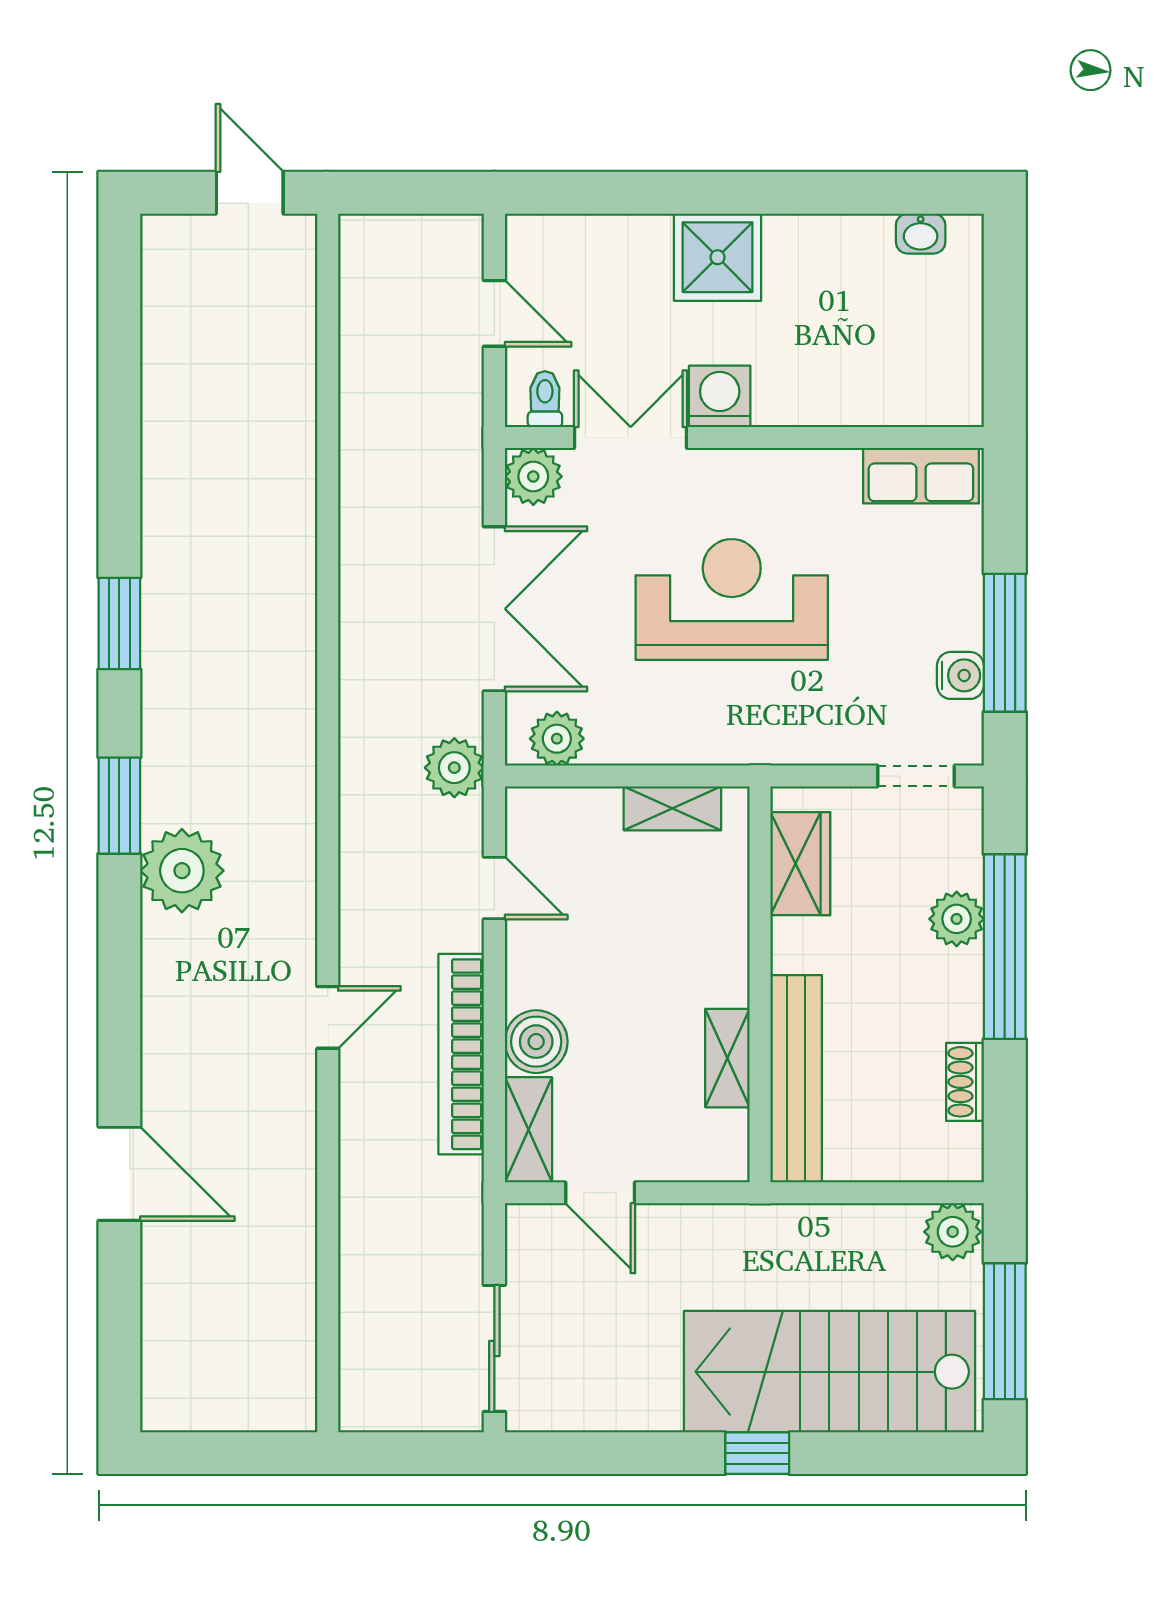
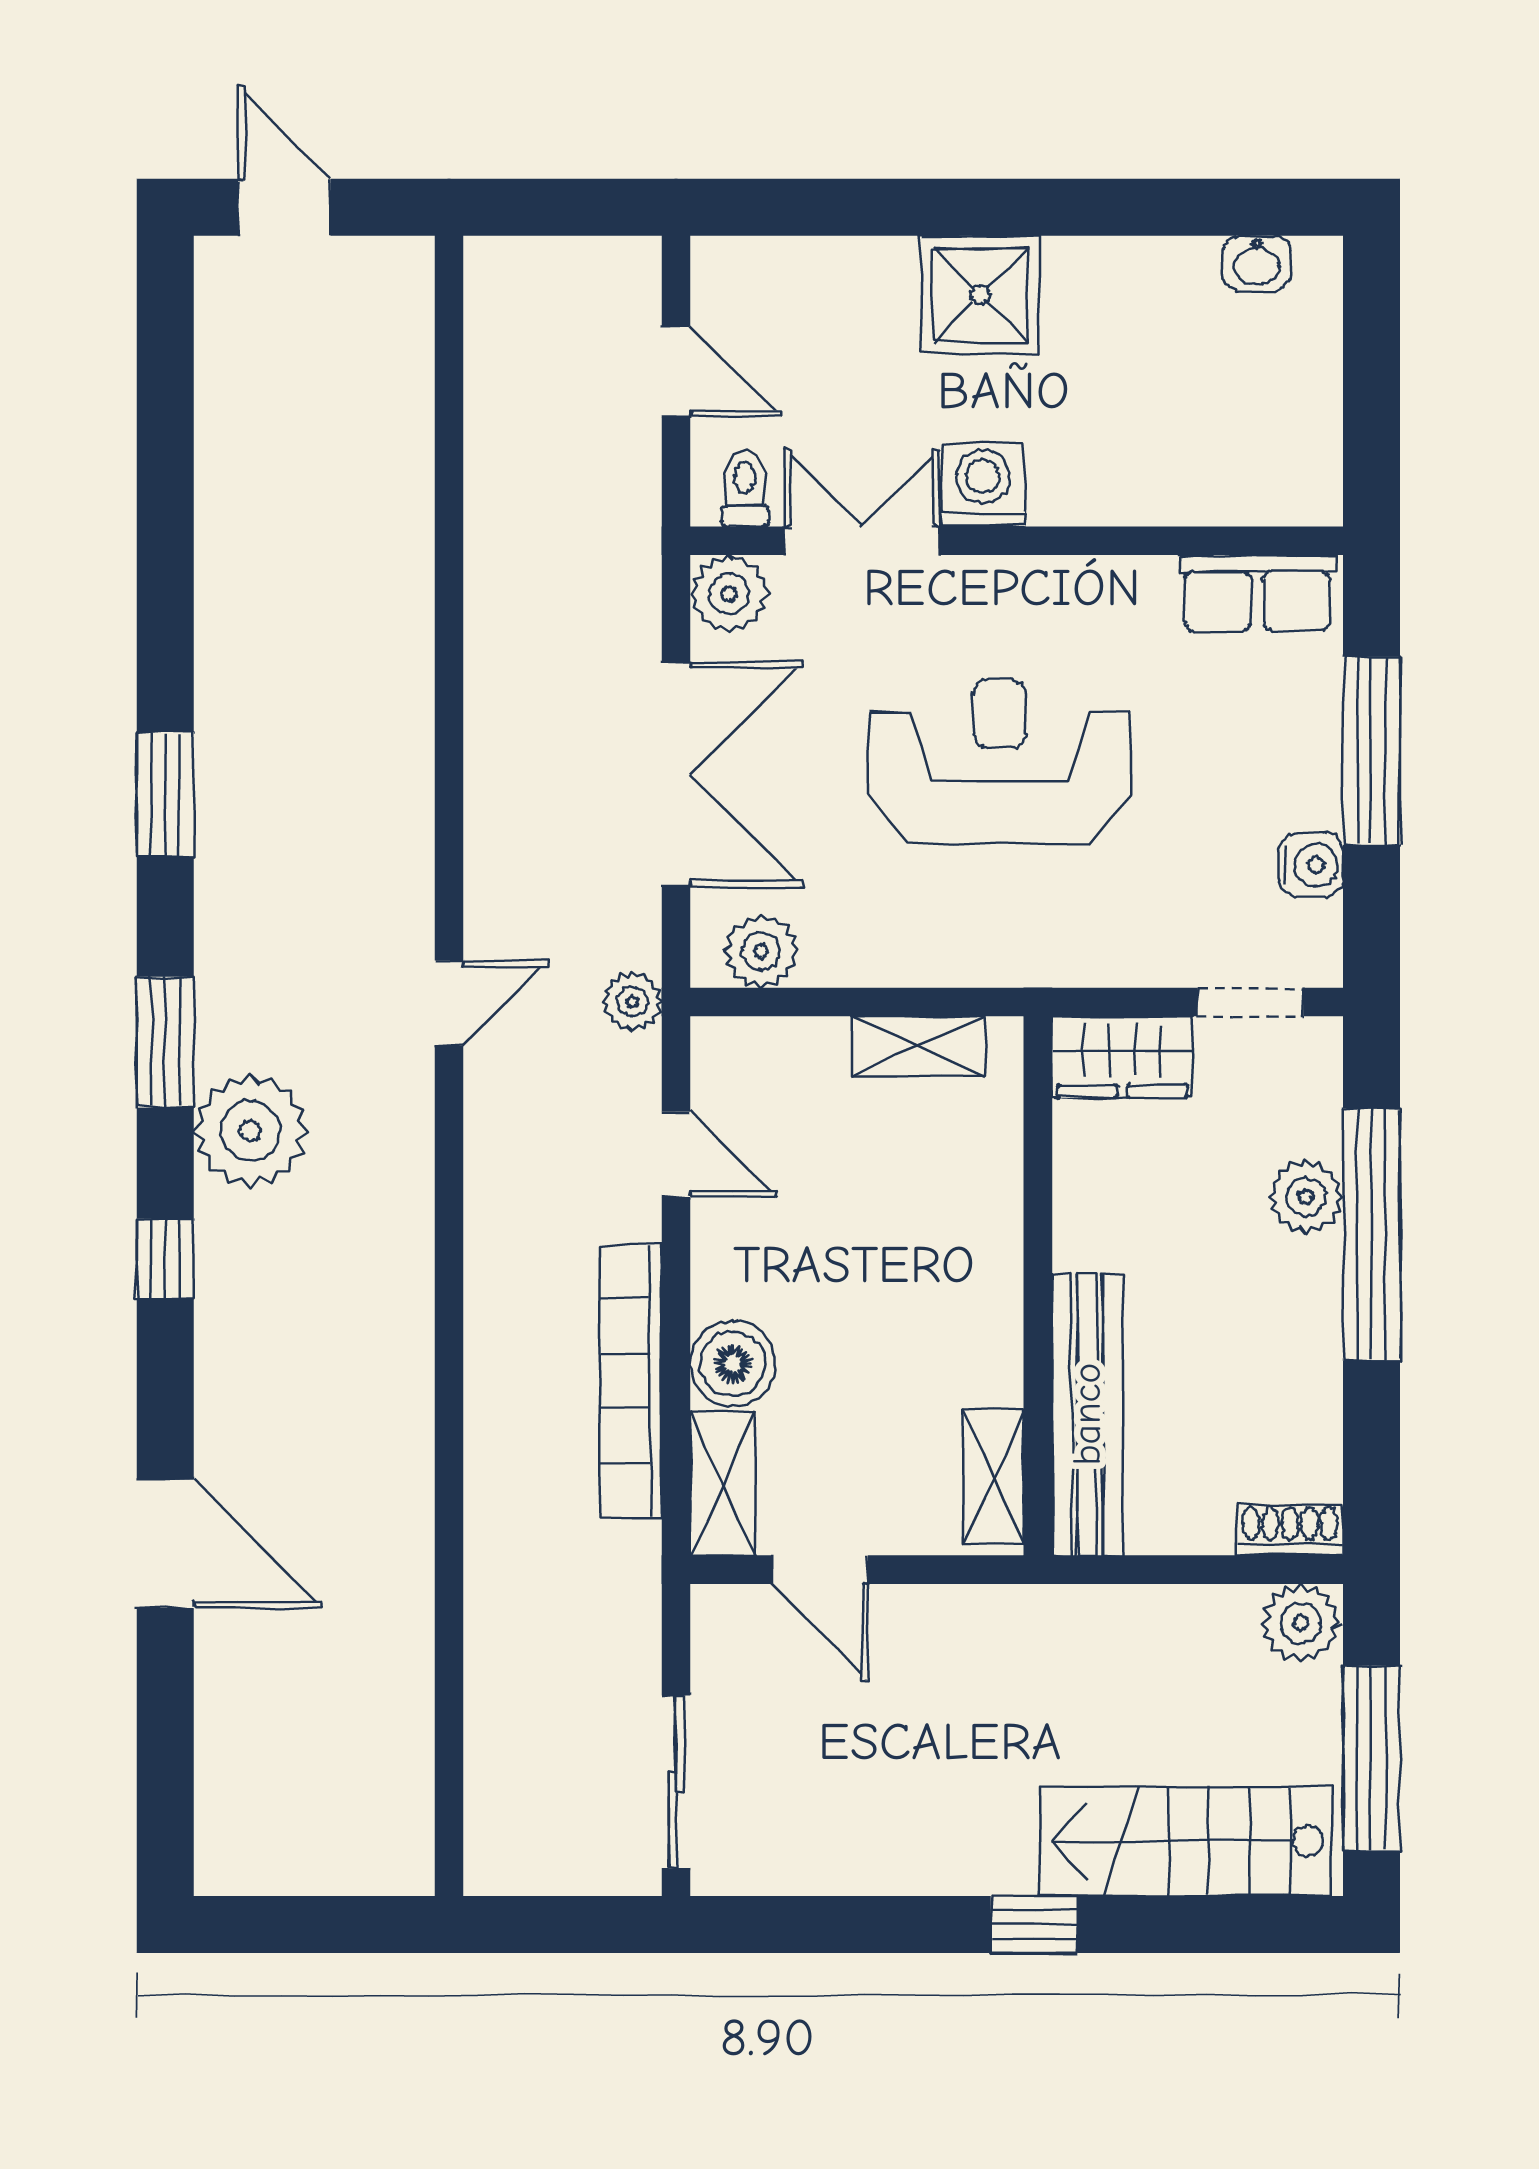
door: (250, 193) -> (284, 207), moved
window: (1005, 643) -> (1371, 751), moved
plant: (454, 768) -> (633, 1002), width x0.73, depth x0.73
wardrobe: (800, 864) -> (1122, 1057), moved, turned 90
window: (119, 965) -> (165, 1259), added
door: (328, 1017) -> (449, 1003), moved
shelving: (727, 1058) -> (994, 1476), moved
shoe rack: (965, 1082) -> (1290, 1530), moved, turned 90
stairs: (829, 1372) -> (1186, 1841), width x0.73, depth x0.66

